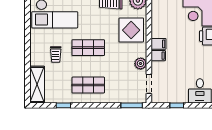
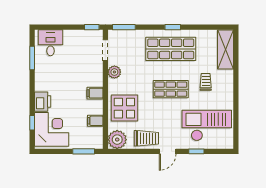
filing cabinet: (158, 56) -> (95, 121), moved
shop shelf: (88, 85) -> (171, 49), width x1.43, depth x1.36
window: (63, 105) -> (173, 27), moved
window: (177, 105) -> (92, 27), moved

